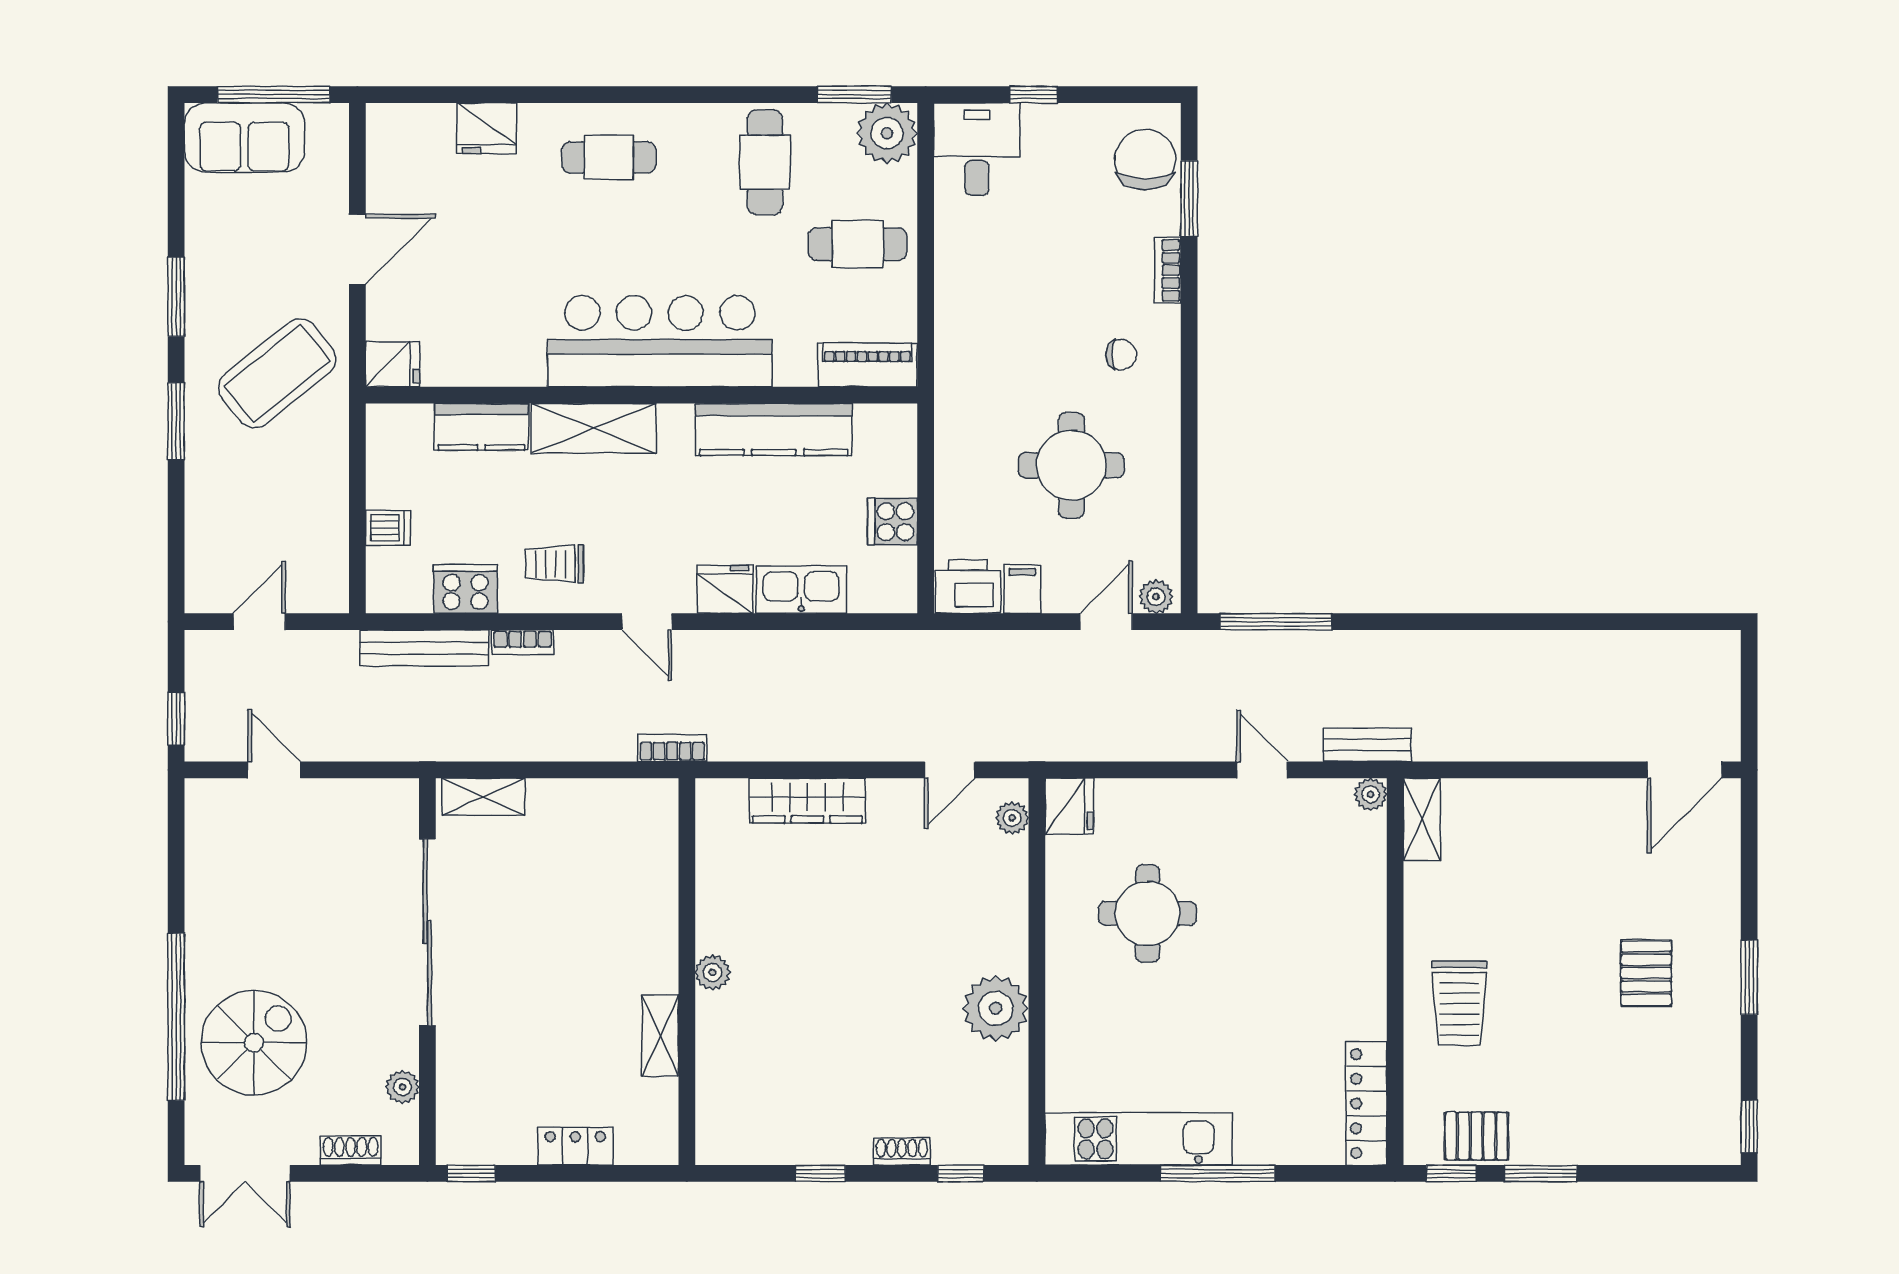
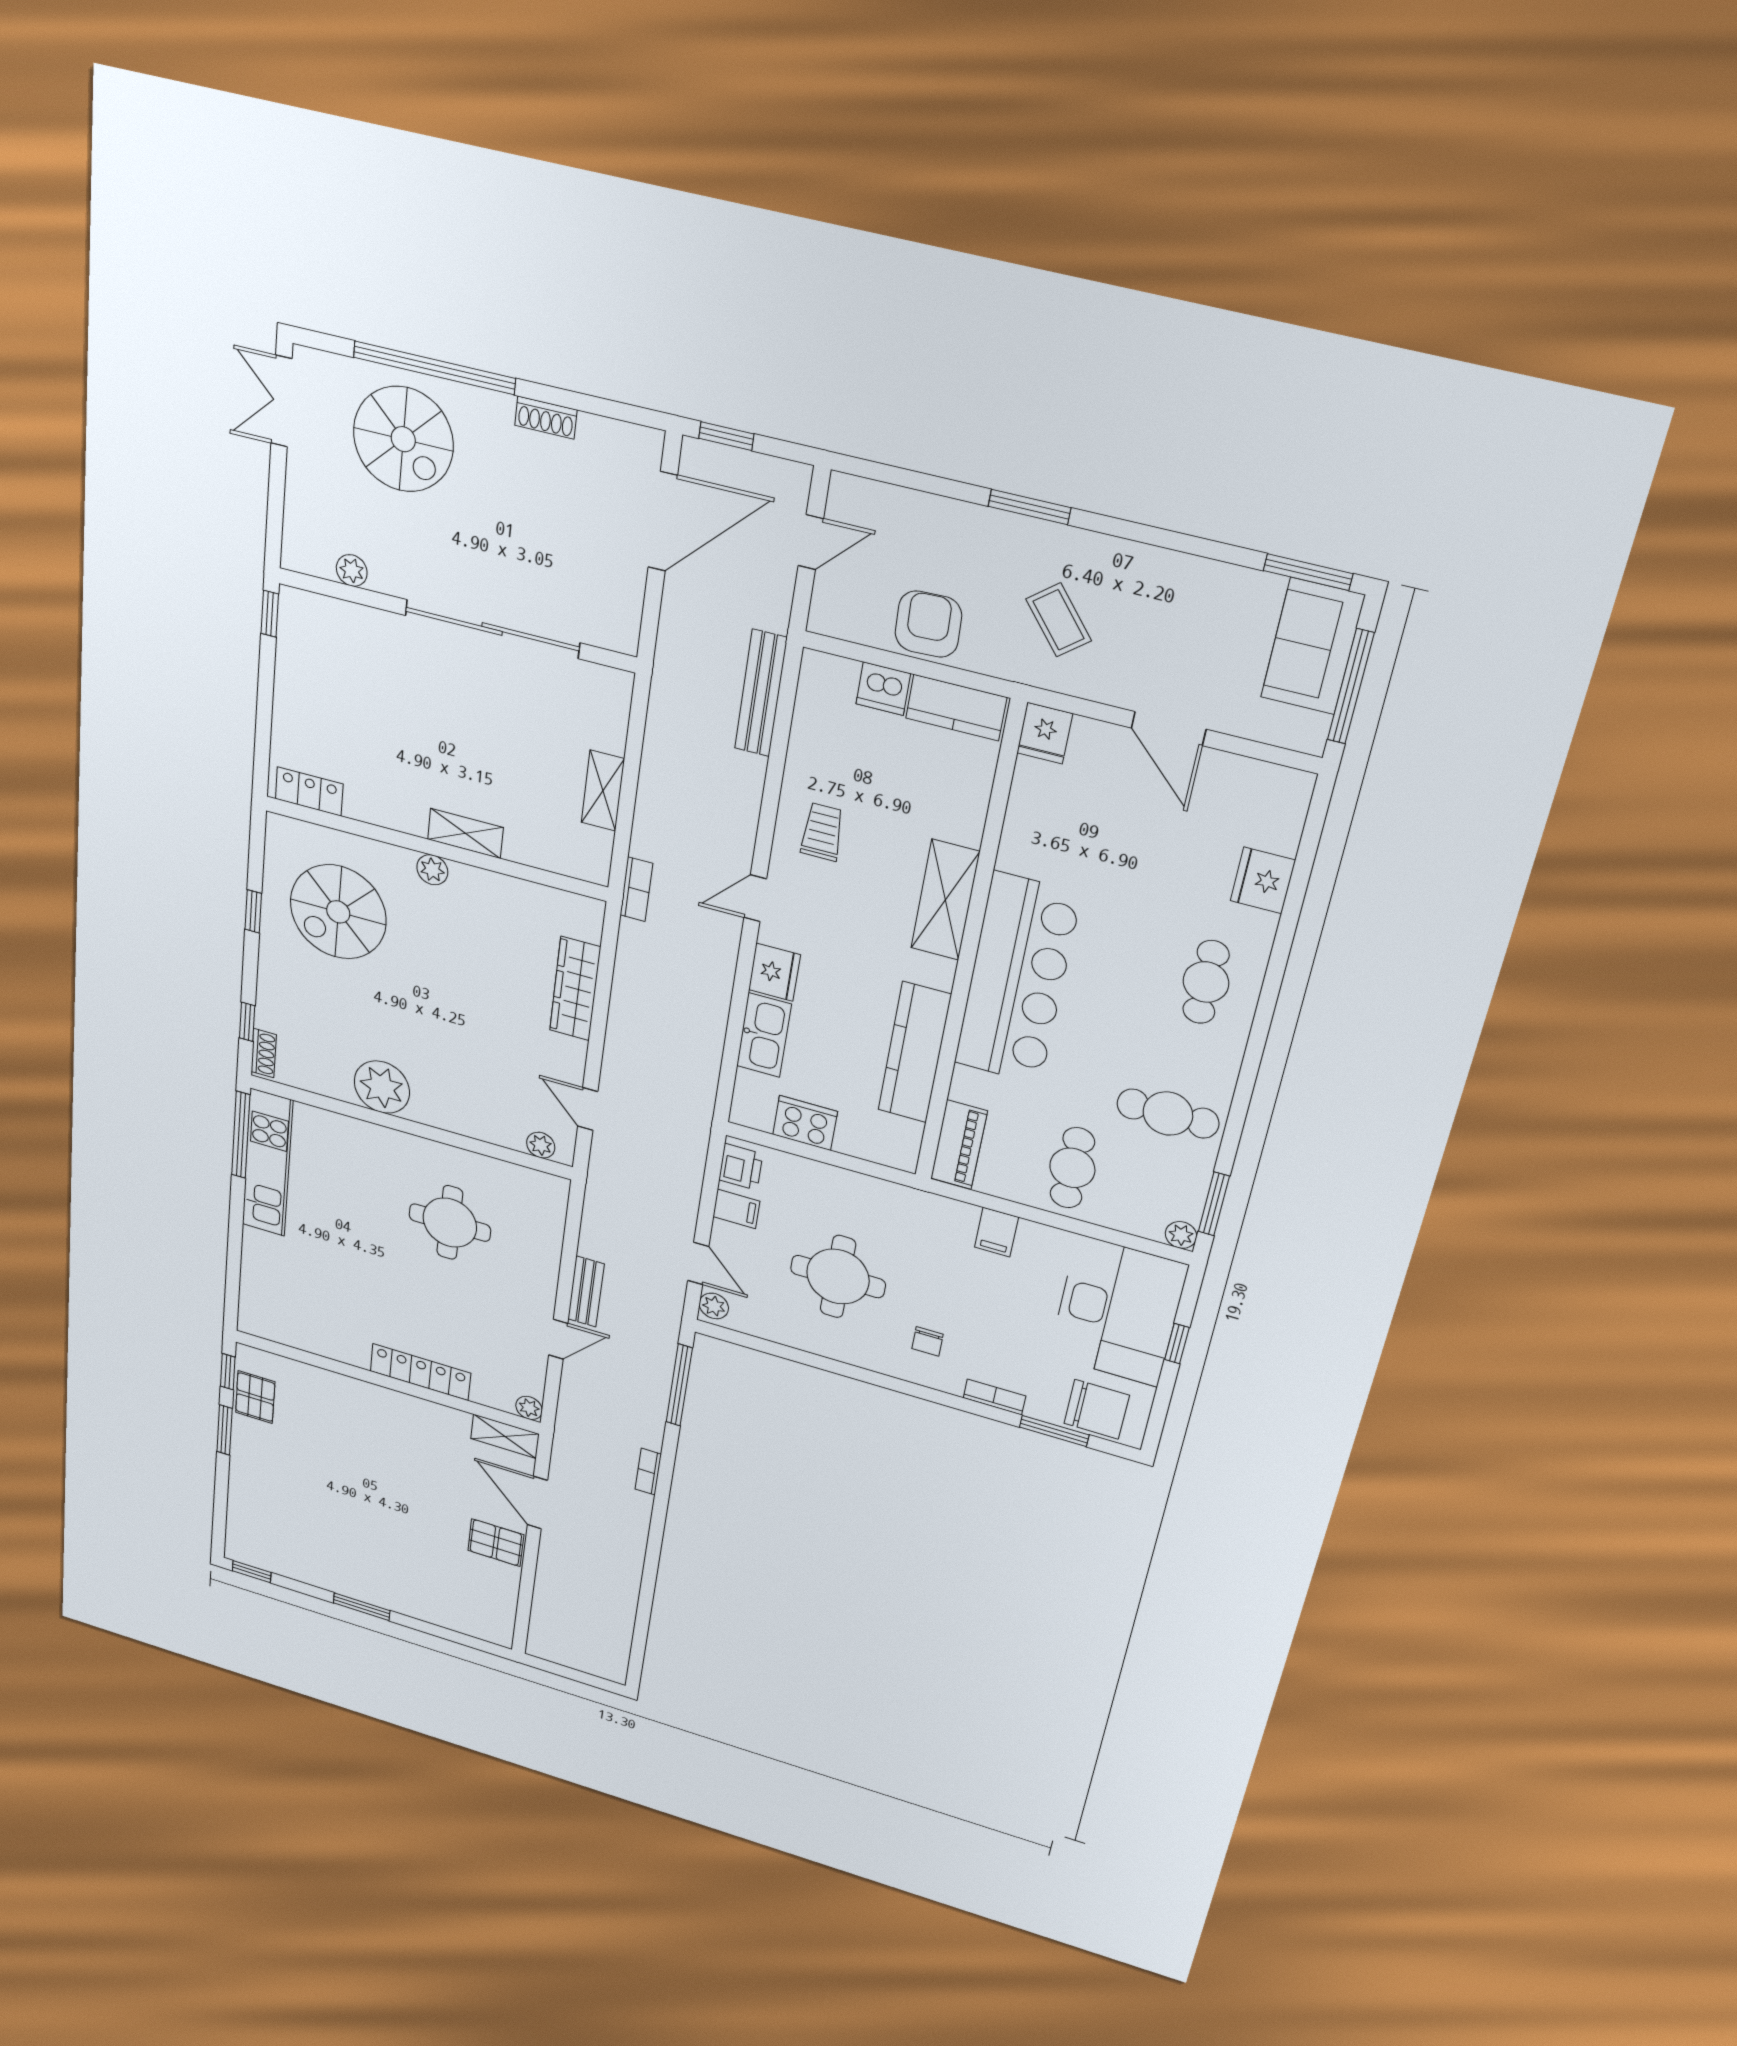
plant: (887, 133) -> (1181, 1235), width x0.53, depth x0.53
desk: (977, 149) -> (1118, 1311), width x1.87, depth x1.30
window: (176, 297) -> (1308, 572), moved
filing cabinet: (960, 307) -> (996, 1232), added
coffee table: (277, 373) -> (1059, 620), width x0.54, depth x0.58
kitchen counter: (481, 427) -> (956, 708), moved, turned -90
armchair: (312, 495) -> (928, 624), added
cooker: (892, 522) -> (805, 1123), width x1.36
dishwasher: (388, 528) -> (883, 689), width x1.38
printer: (968, 586) -> (741, 1167), width x0.73, depth x0.81
cooker: (465, 589) -> (812, 746), removed
door: (259, 622) -> (811, 542), hinge flipped
bookcase: (523, 642) -> (648, 1472), moved
bench: (1367, 745) -> (586, 1291), moved
door: (274, 770) -> (663, 521), width x1.88
door: (1684, 770) -> (537, 1503), moved
shelving: (483, 797) -> (603, 791), moved
fridge: (1069, 806) -> (545, 1191), removed
pallet: (1646, 973) -> (496, 1543), moved
trolley: (1459, 1003) -> (358, 1417), removed
shelving: (660, 1036) -> (465, 833), moved
spiral stairs: (793, 1075) -> (338, 912), added
locker: (1366, 1104) -> (420, 1372), moved
locker: (575, 1146) -> (309, 791), moved, turned -90
shoe rack: (351, 1150) -> (546, 418), moved, turned 90
shoe rack: (902, 1151) -> (264, 1053), moved
window: (1217, 1173) -> (241, 1135), moved

